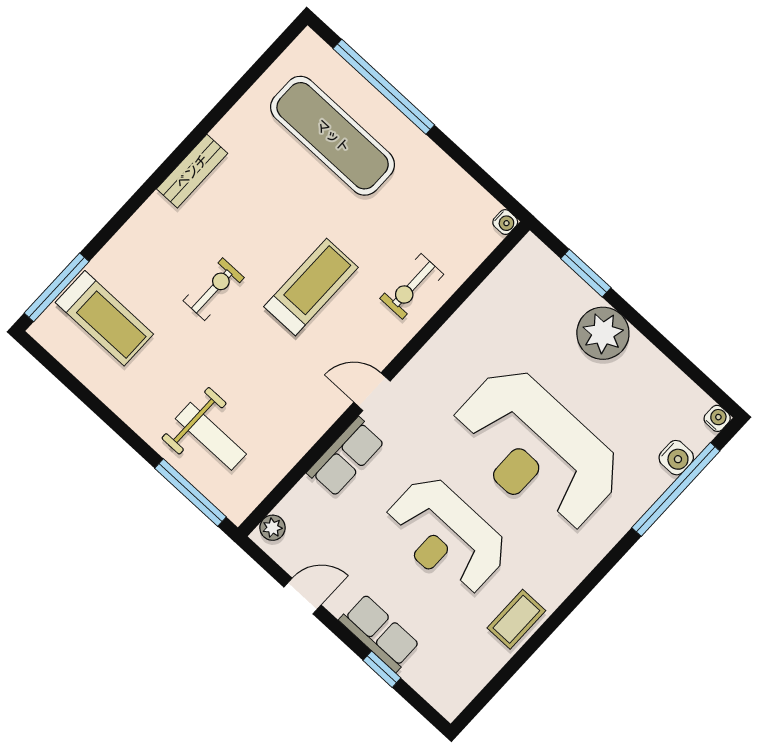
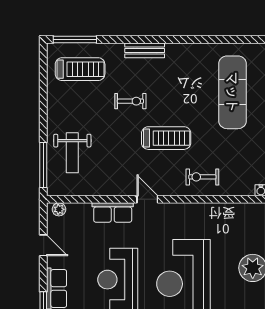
bench: (192, 171) -> (145, 50), moved
treadmill: (104, 318) -> (80, 69), turned -90

